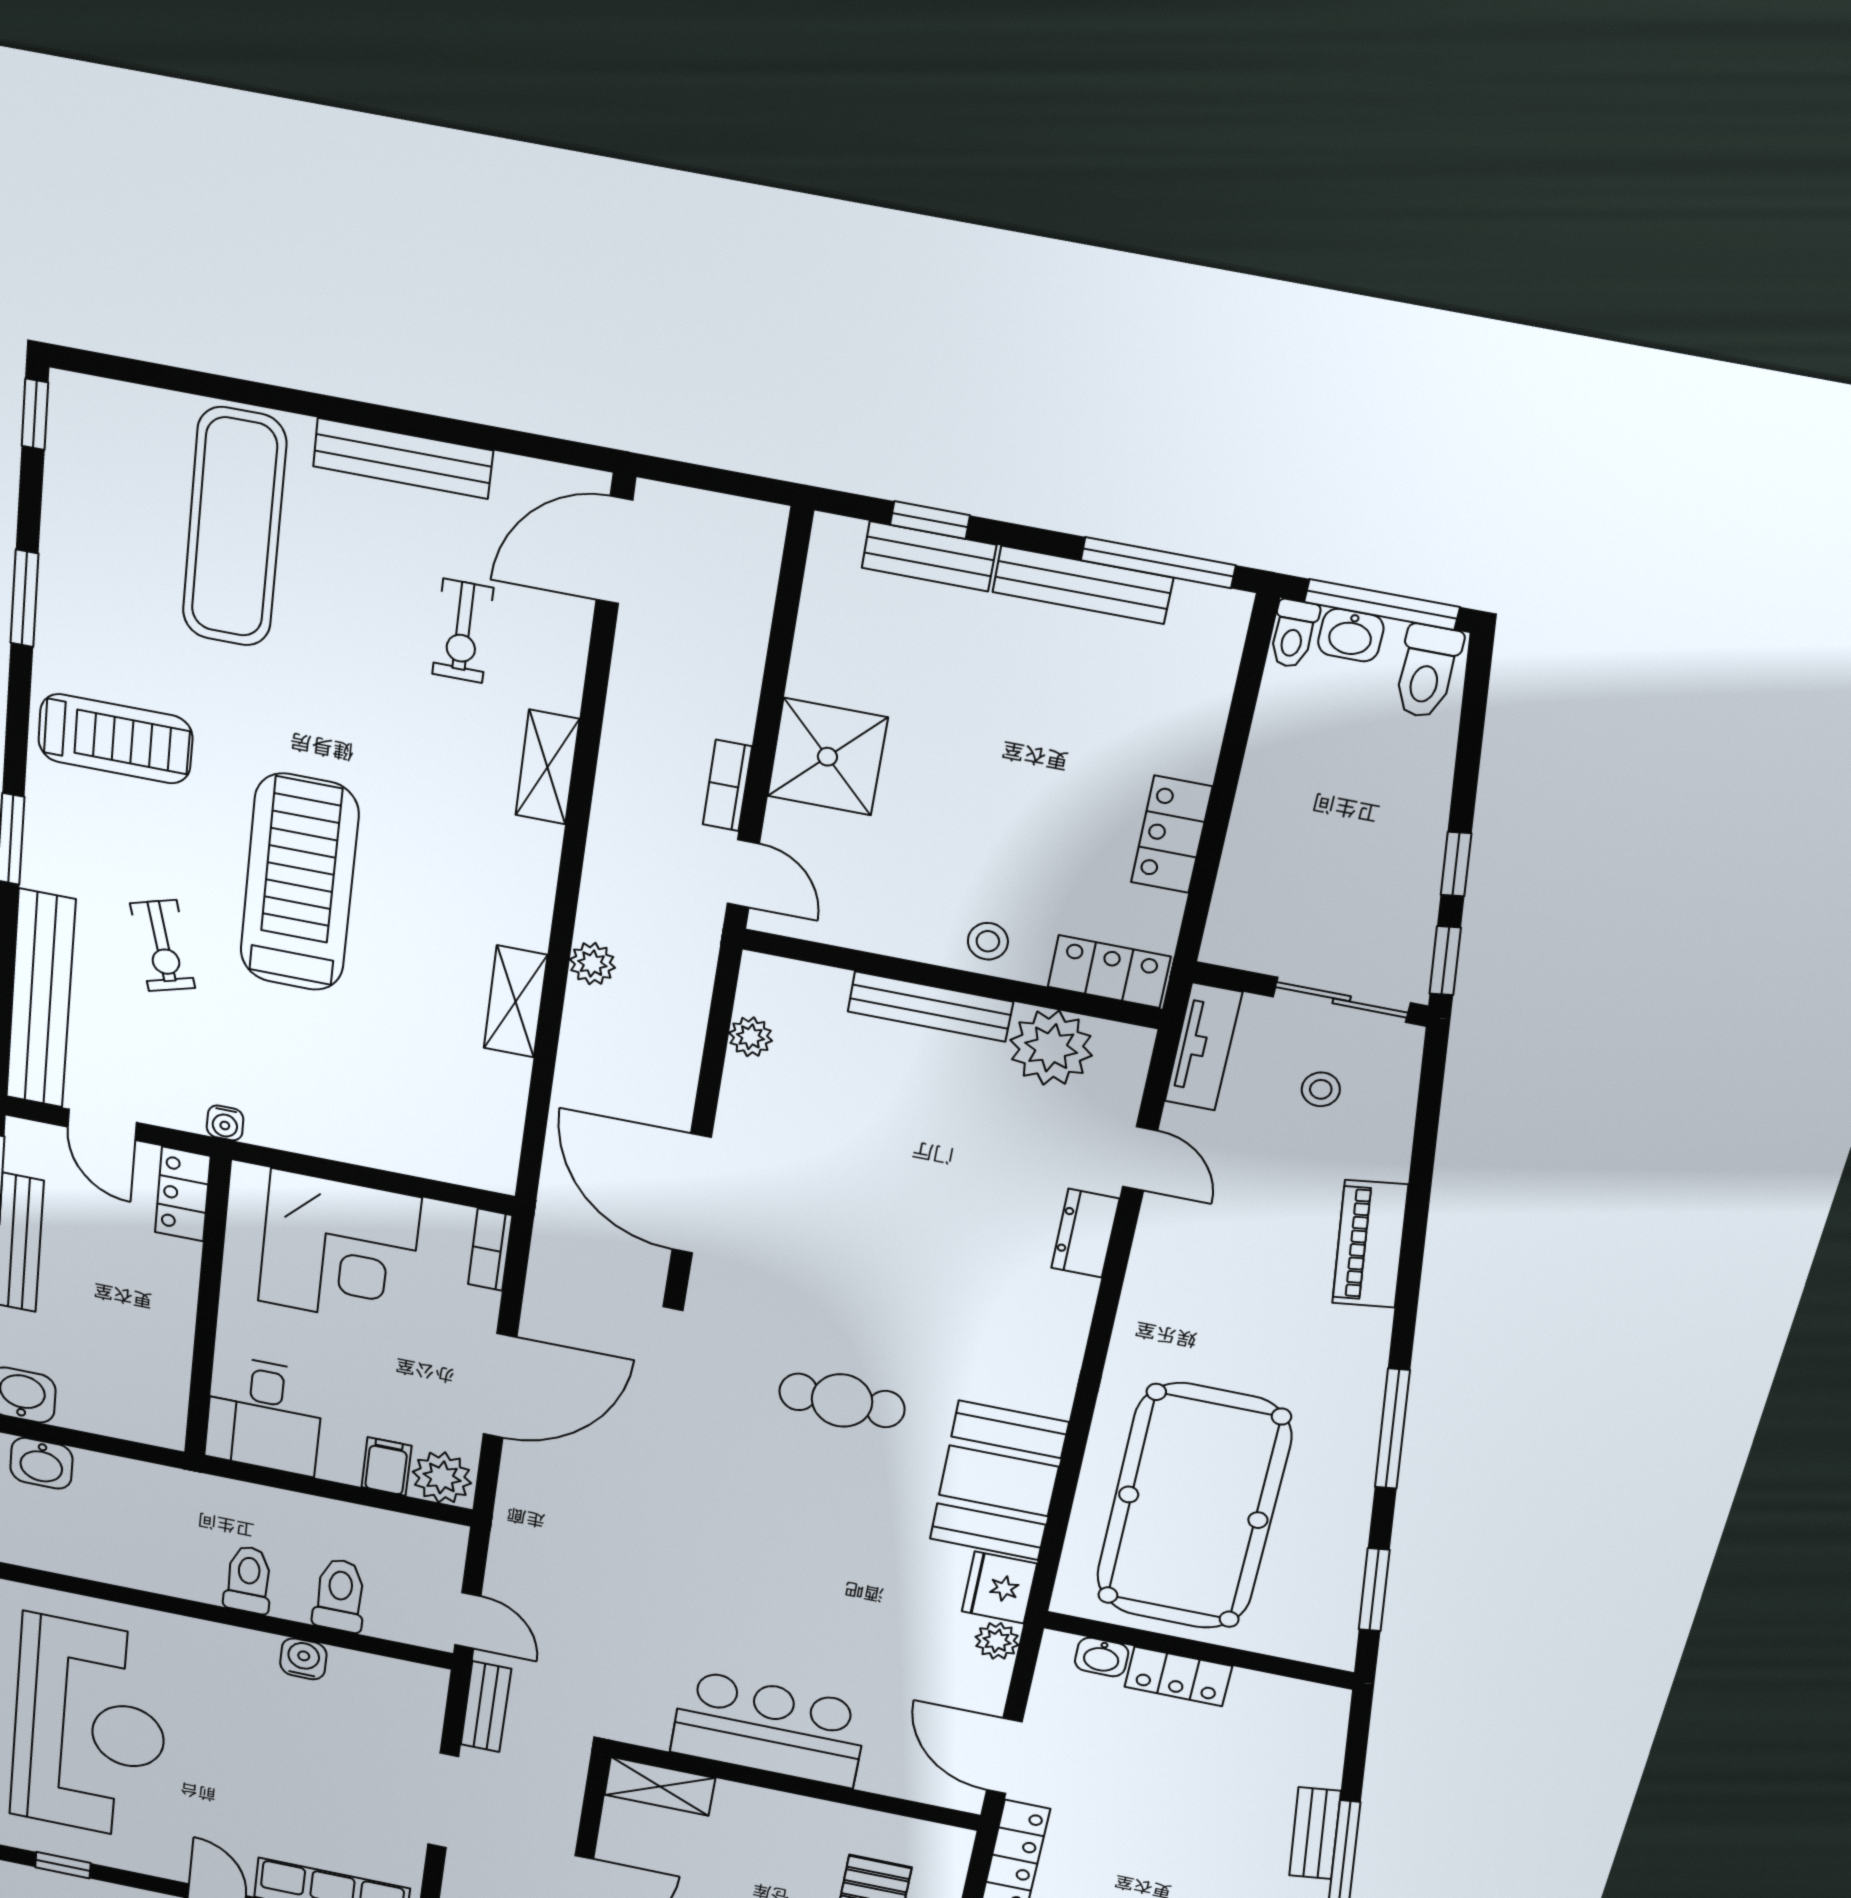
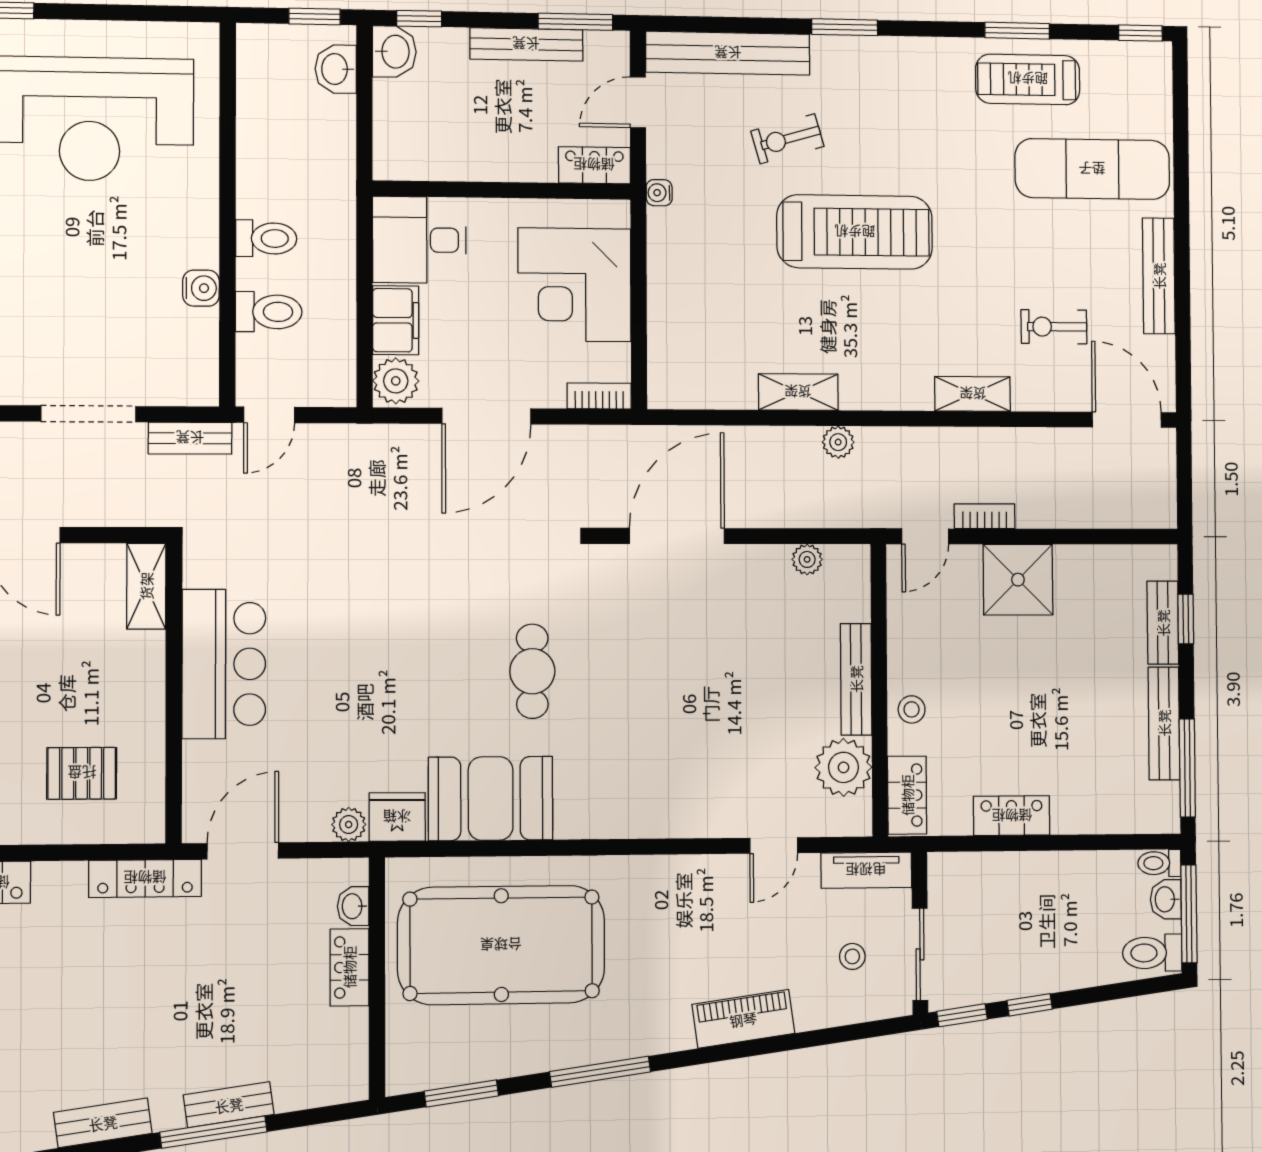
treadmill: (115, 739) -> (1028, 79), moved, turned 90
dresser: (1085, 1233) -> (708, 820), removed
door: (500, 1386) -> (486, 416), hinge flipped
filing cabinet: (386, 1467) -> (396, 320), width x2.00

